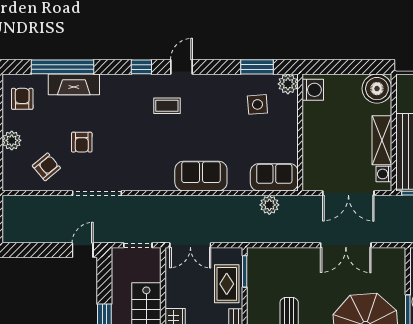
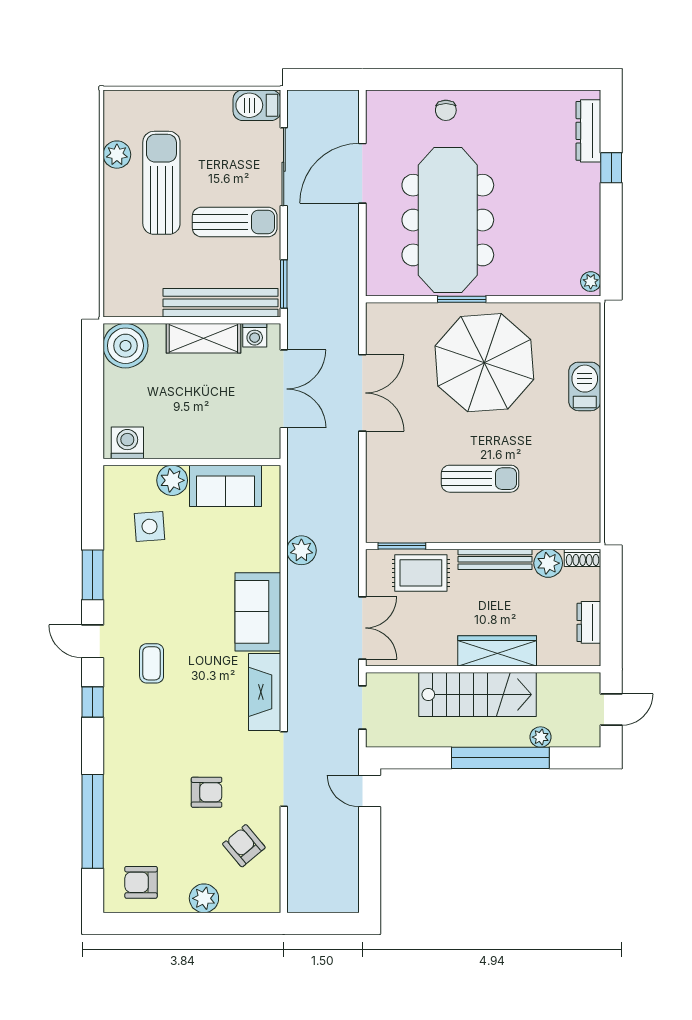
window: (257, 67) -> (93, 575), moved
fireplace: (74, 84) -> (265, 692), moved, turned 180
plant: (288, 84) -> (172, 480), moved
sofa: (274, 177) -> (225, 486), moved, turned -90
plant: (269, 205) -> (301, 550), moved

